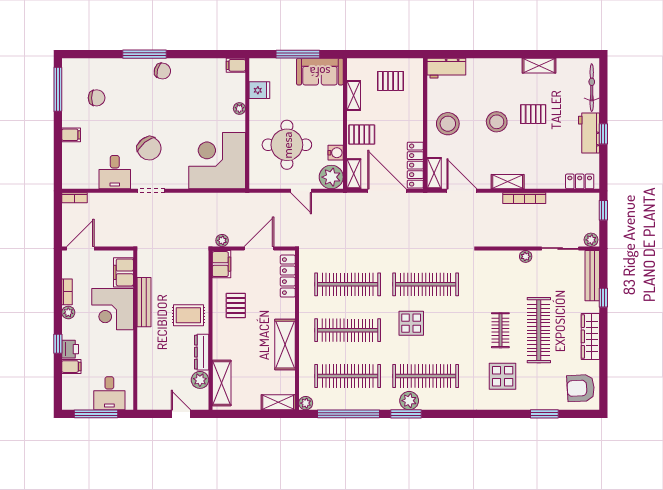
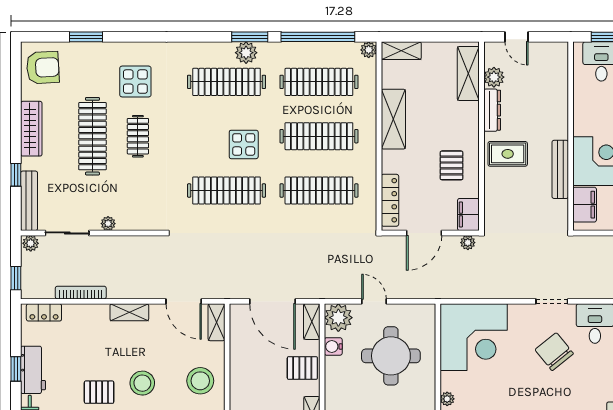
locker: (415, 165) -> (239, 332), removed
bookcase: (524, 198) -> (81, 293), moved

